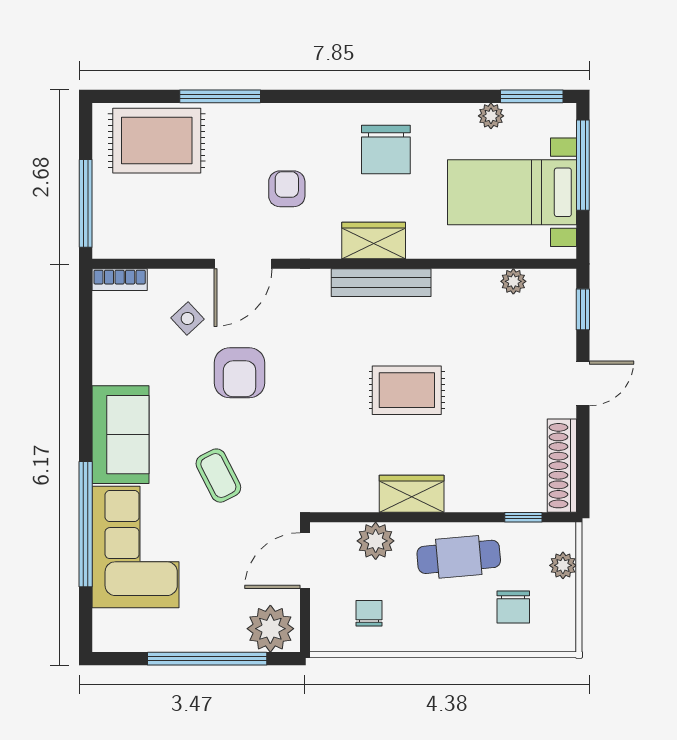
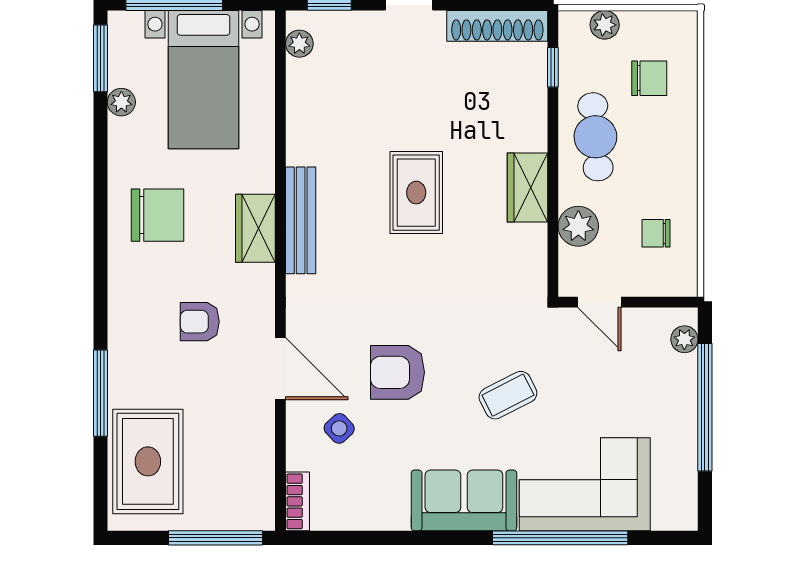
plant: (513, 281) -> (299, 44), moved
armchair: (240, 373) -> (397, 372), turned 180
door: (305, 561) -> (599, 302), width x0.73
plant: (270, 629) -> (684, 339), width x0.53, depth x0.53

